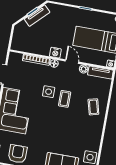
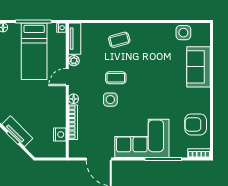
nightstand: (55, 53) -> (60, 134), moved

